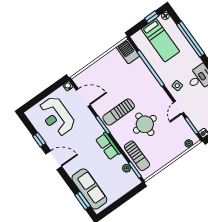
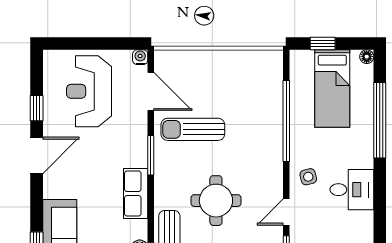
window: (152, 17) -> (323, 44), moved
barbecue: (128, 51) -> (270, 70), removed
sun lounger: (119, 112) -> (193, 129), moved
door: (54, 160) -> (37, 155), hinge flipped

